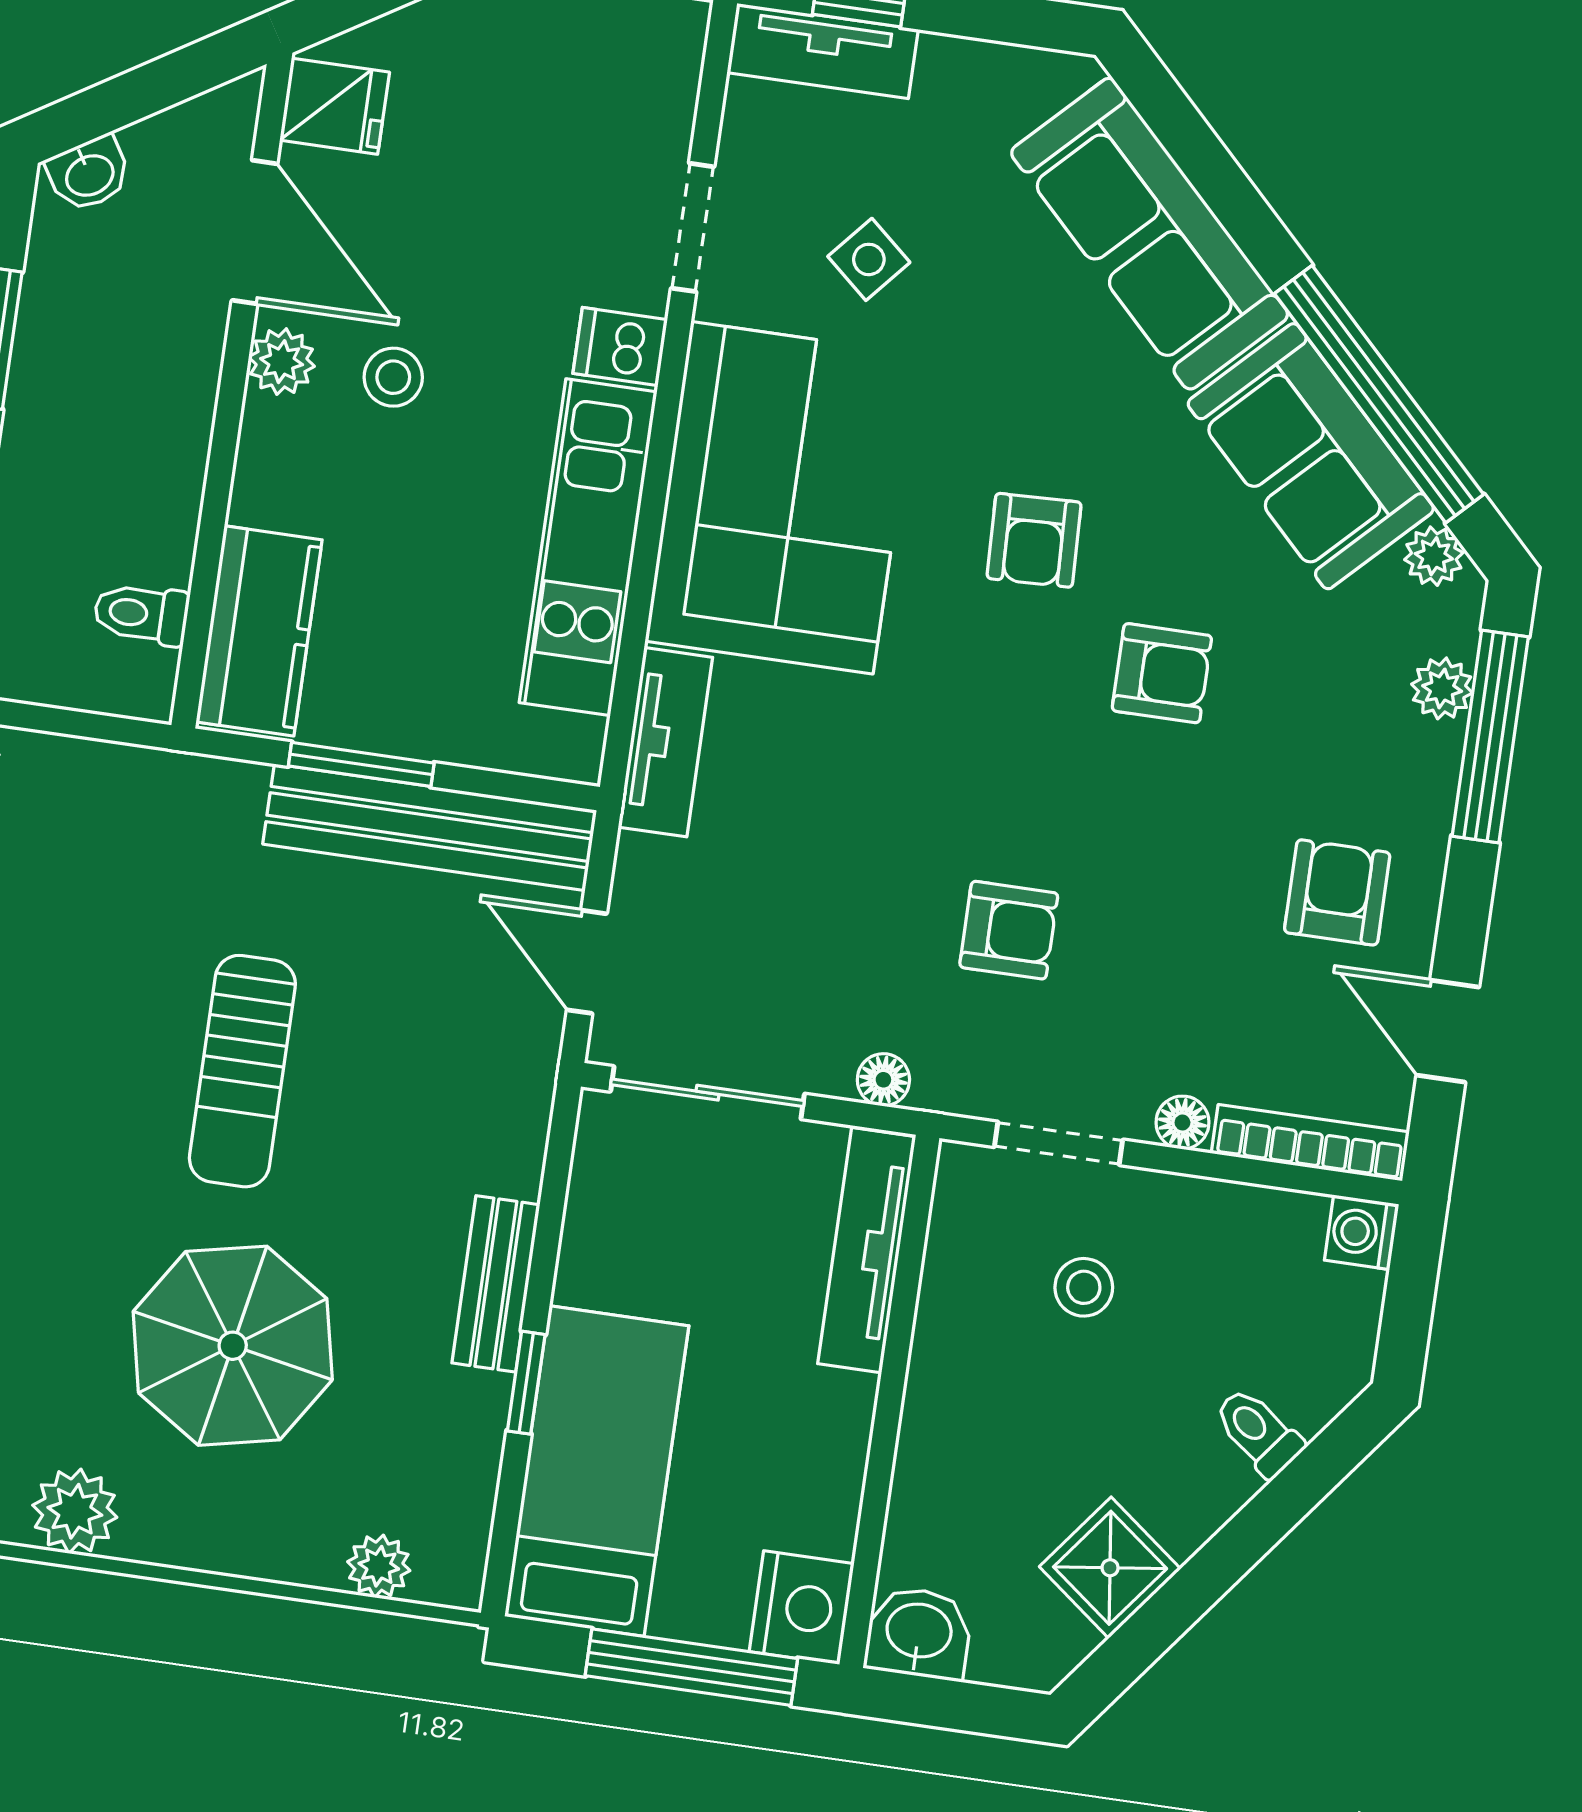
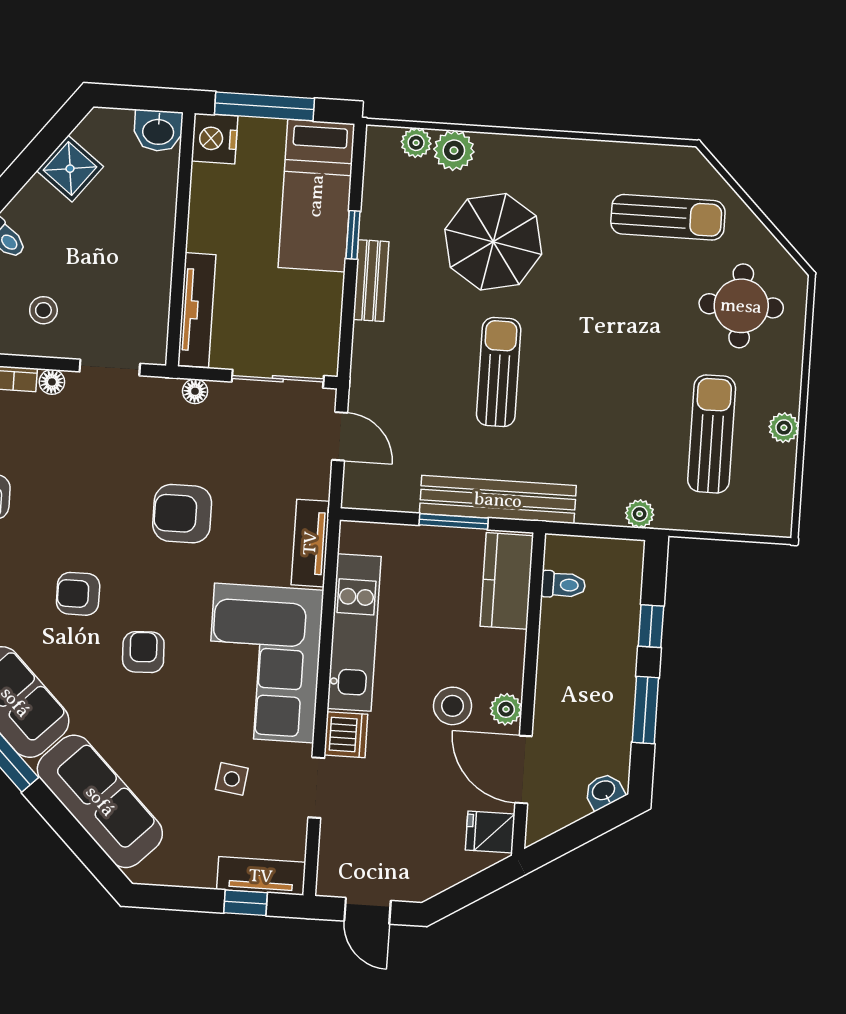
side table: (869, 259) -> (232, 779), turned -33
dishwasher: (620, 346) -> (346, 735), width x1.38
stool: (393, 377) -> (453, 706), width x1.37, depth x1.37
bench: (430, 827) -> (498, 500), moved
armchair: (1009, 930) -> (182, 514), moved, width x1.38, depth x1.38
stool: (1084, 1287) -> (43, 310), moved
plant: (75, 1511) -> (454, 150), moved

